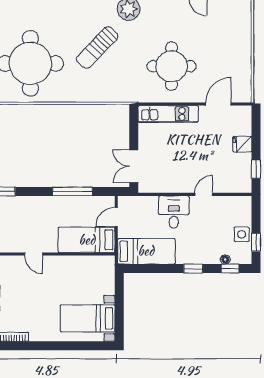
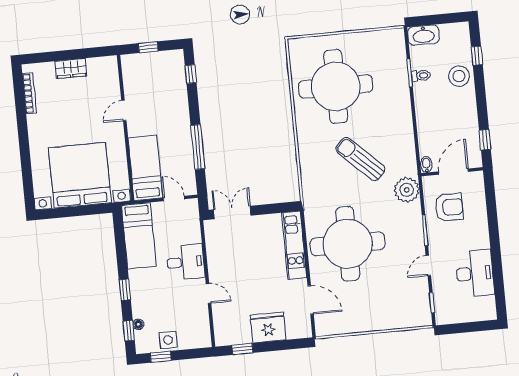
round table: (172, 66) -> (348, 244), width x1.36, depth x1.36
fridge: (242, 144) -> (268, 327), width x1.88, depth x1.34
bed with nightstands: (88, 318) -> (80, 175), width x1.85

